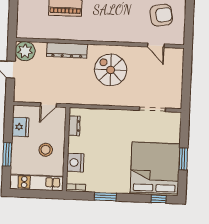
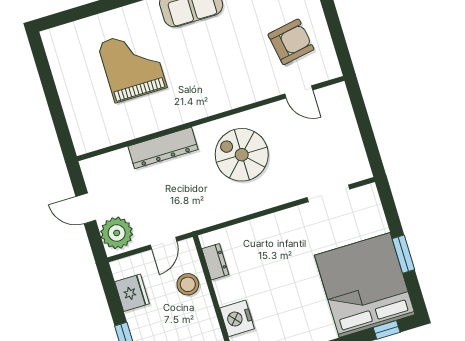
plant: (25, 51) -> (117, 233), moved
stool: (46, 150) -> (188, 284), moved

